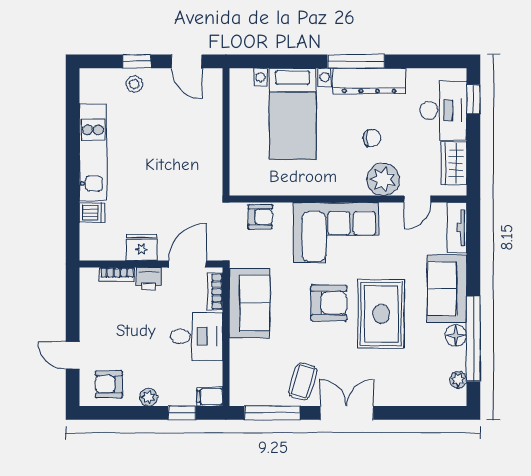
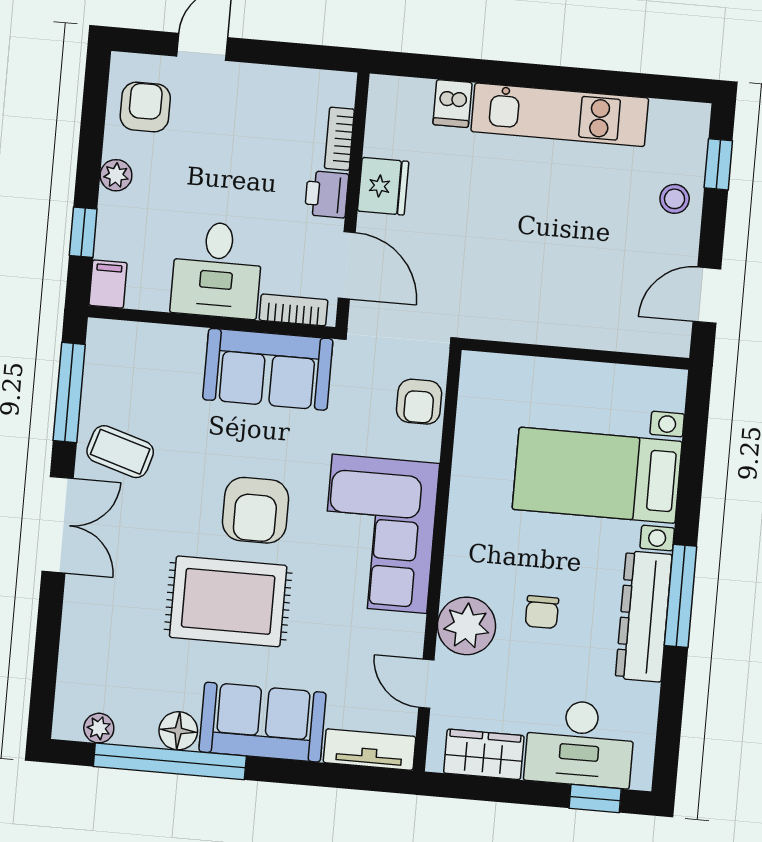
window: (137, 61) -> (718, 164), moved

